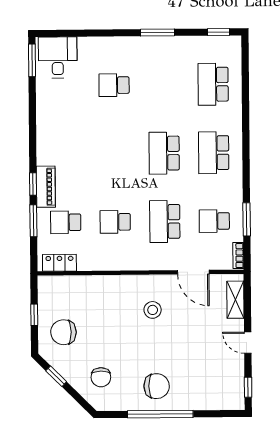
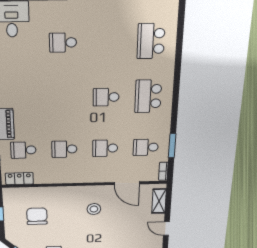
school desk: (164, 153) -> (106, 97), width x0.54
school desk: (165, 221) -> (105, 148), width x0.54
chair: (63, 332) -> (37, 216), moved, turned 90

